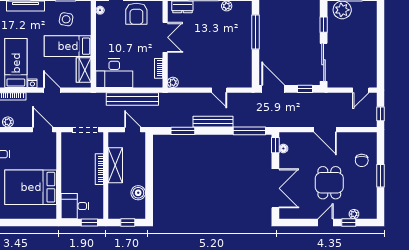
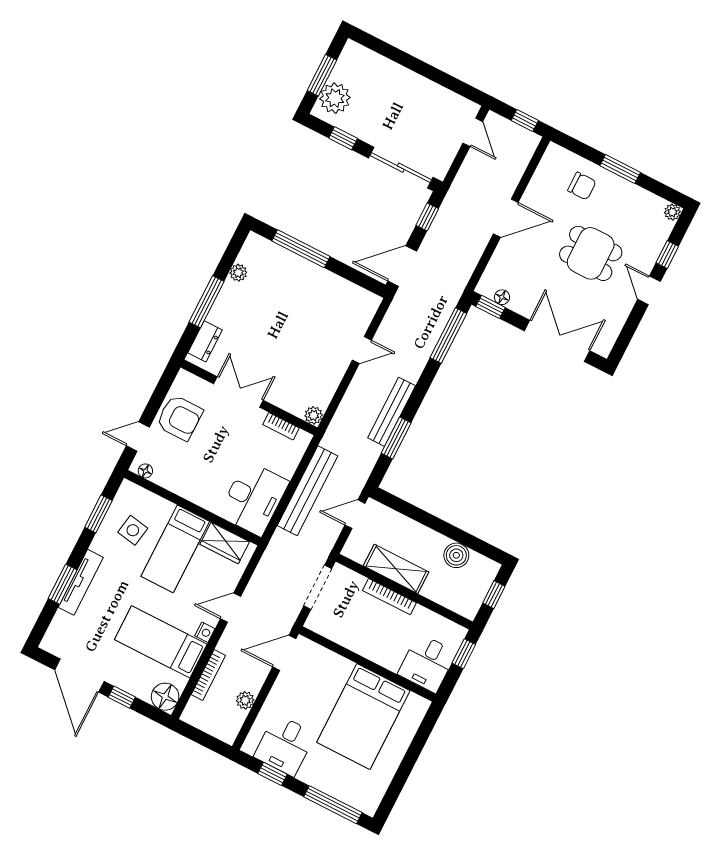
bench: (213, 122) -> (392, 412), moved
plant: (354, 214) -> (672, 212), moved

